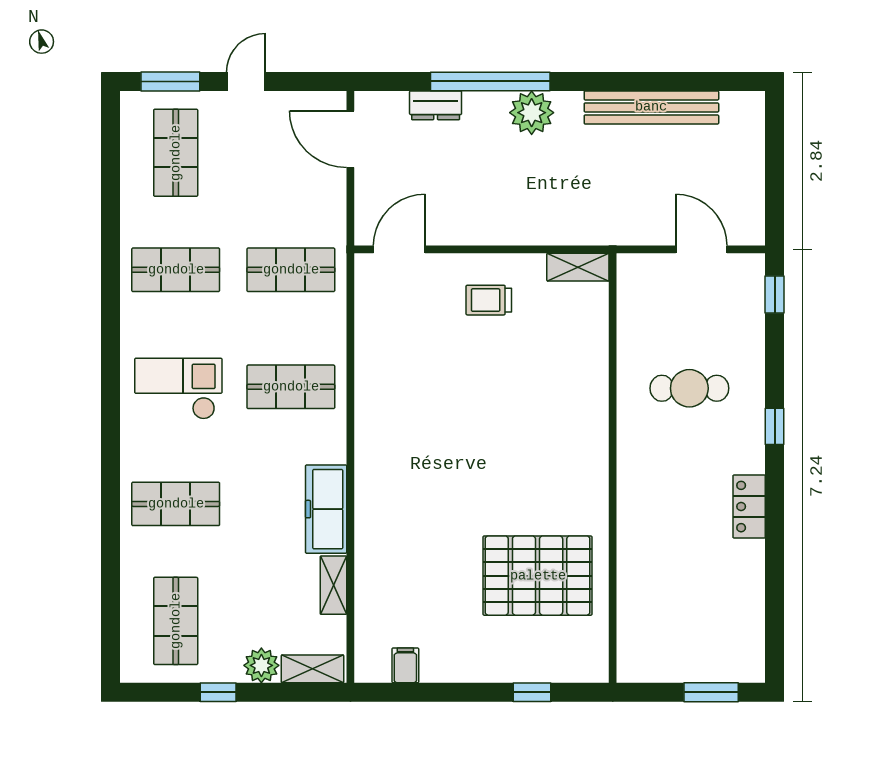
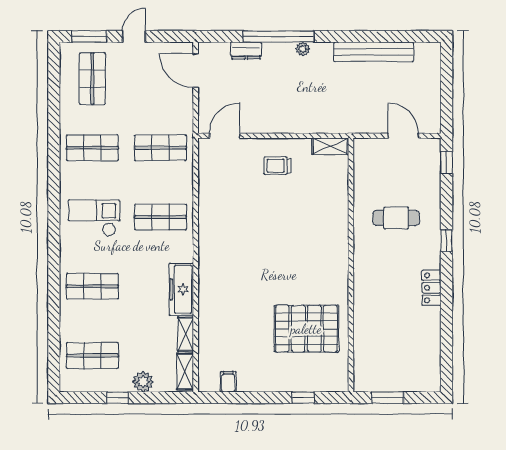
plant: (532, 113) -> (303, 49), width x0.53, depth x0.53
shop shelf: (176, 621) -> (92, 355), turned 90
shelving: (313, 669) -> (185, 372), moved, turned 90
window: (711, 692) -> (387, 398), moved

